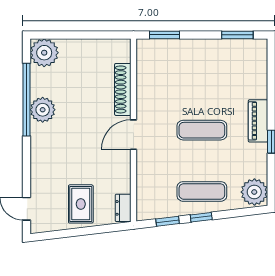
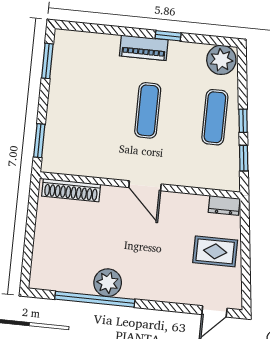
plant: (44, 53) -> (45, 275), removed
shoe rack: (123, 89) -> (71, 190), moved

